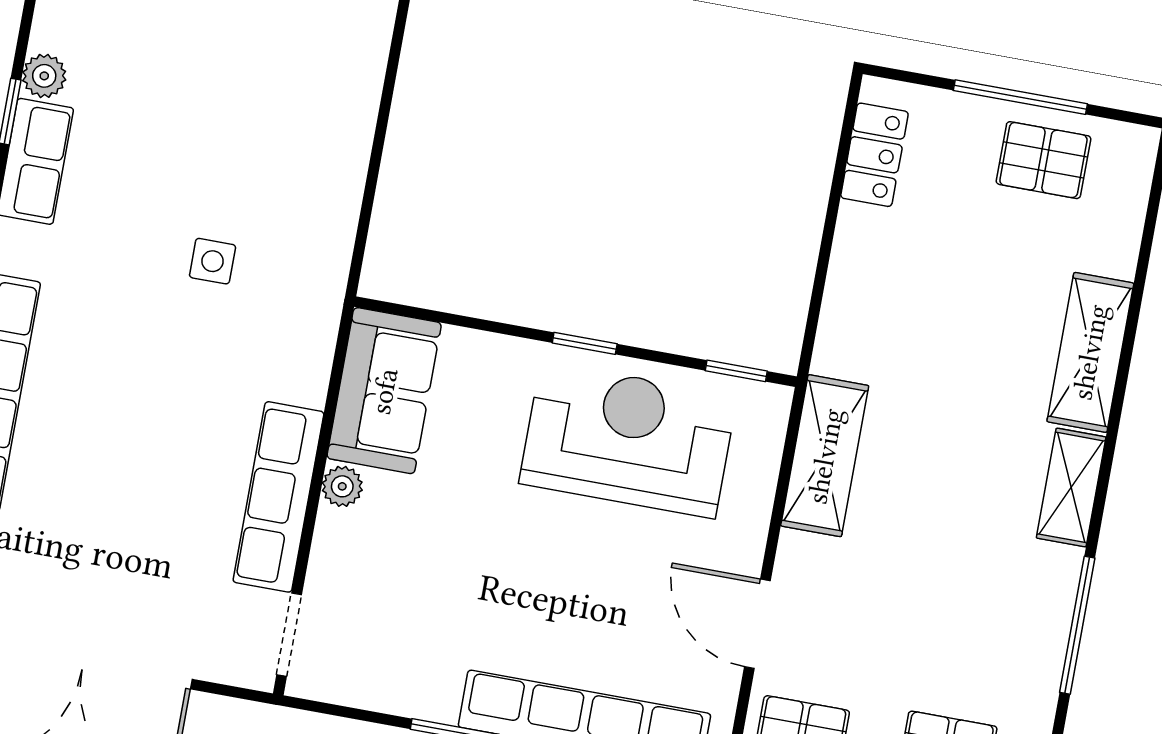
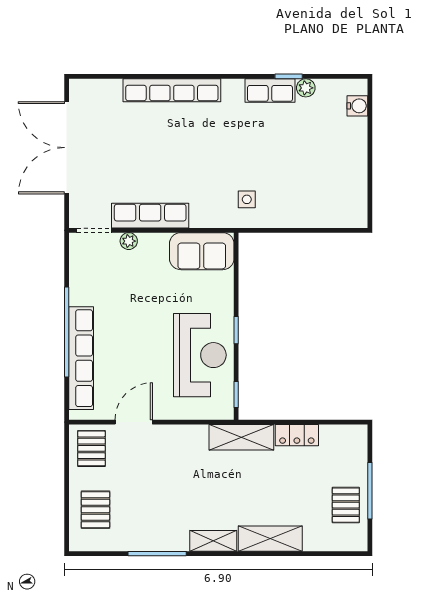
locker: (874, 155) -> (297, 435), moved
side table: (213, 261) -> (247, 199), moved
shelving: (825, 456) -> (241, 437), moved
plant: (342, 486) -> (129, 241), moved

